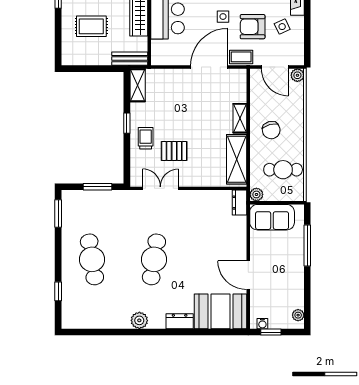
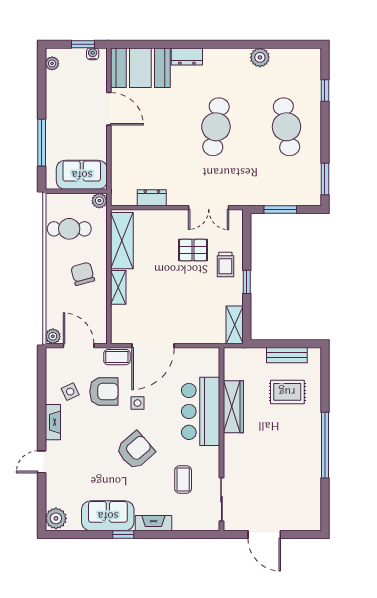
bench: (130, 59) -> (287, 355), moved
dresser: (239, 203) -> (152, 198), moved, turned -90
plant: (139, 320) -> (260, 57), moved

